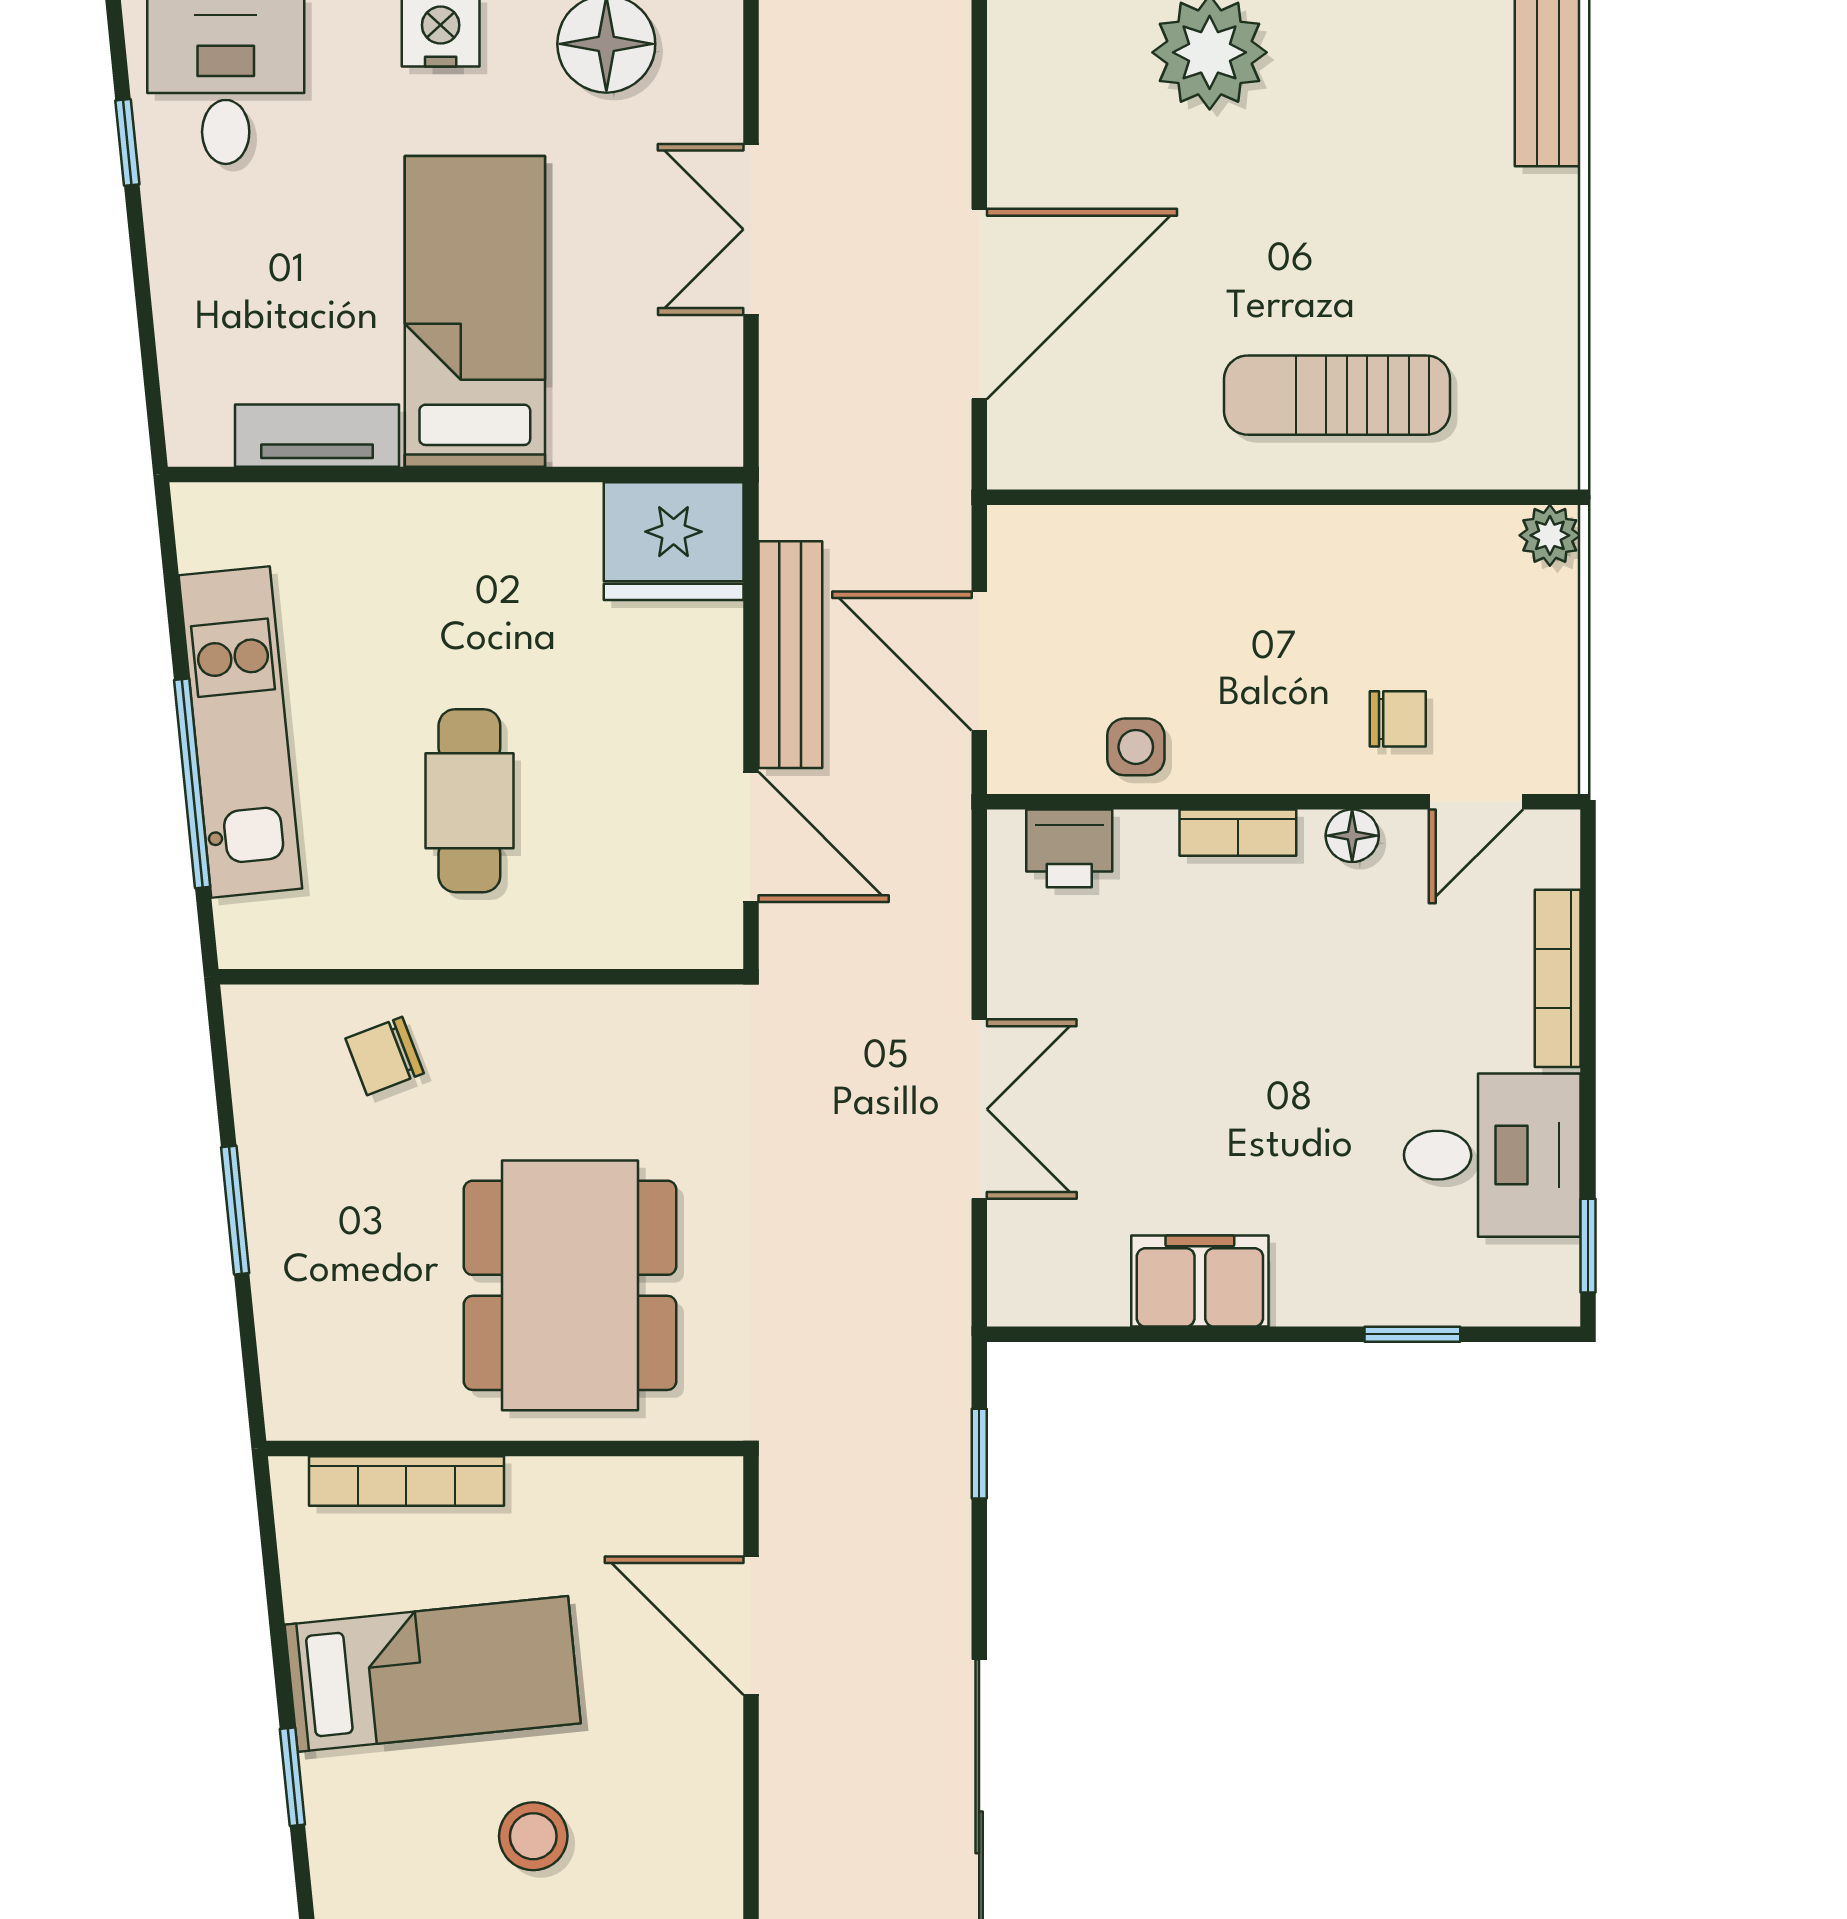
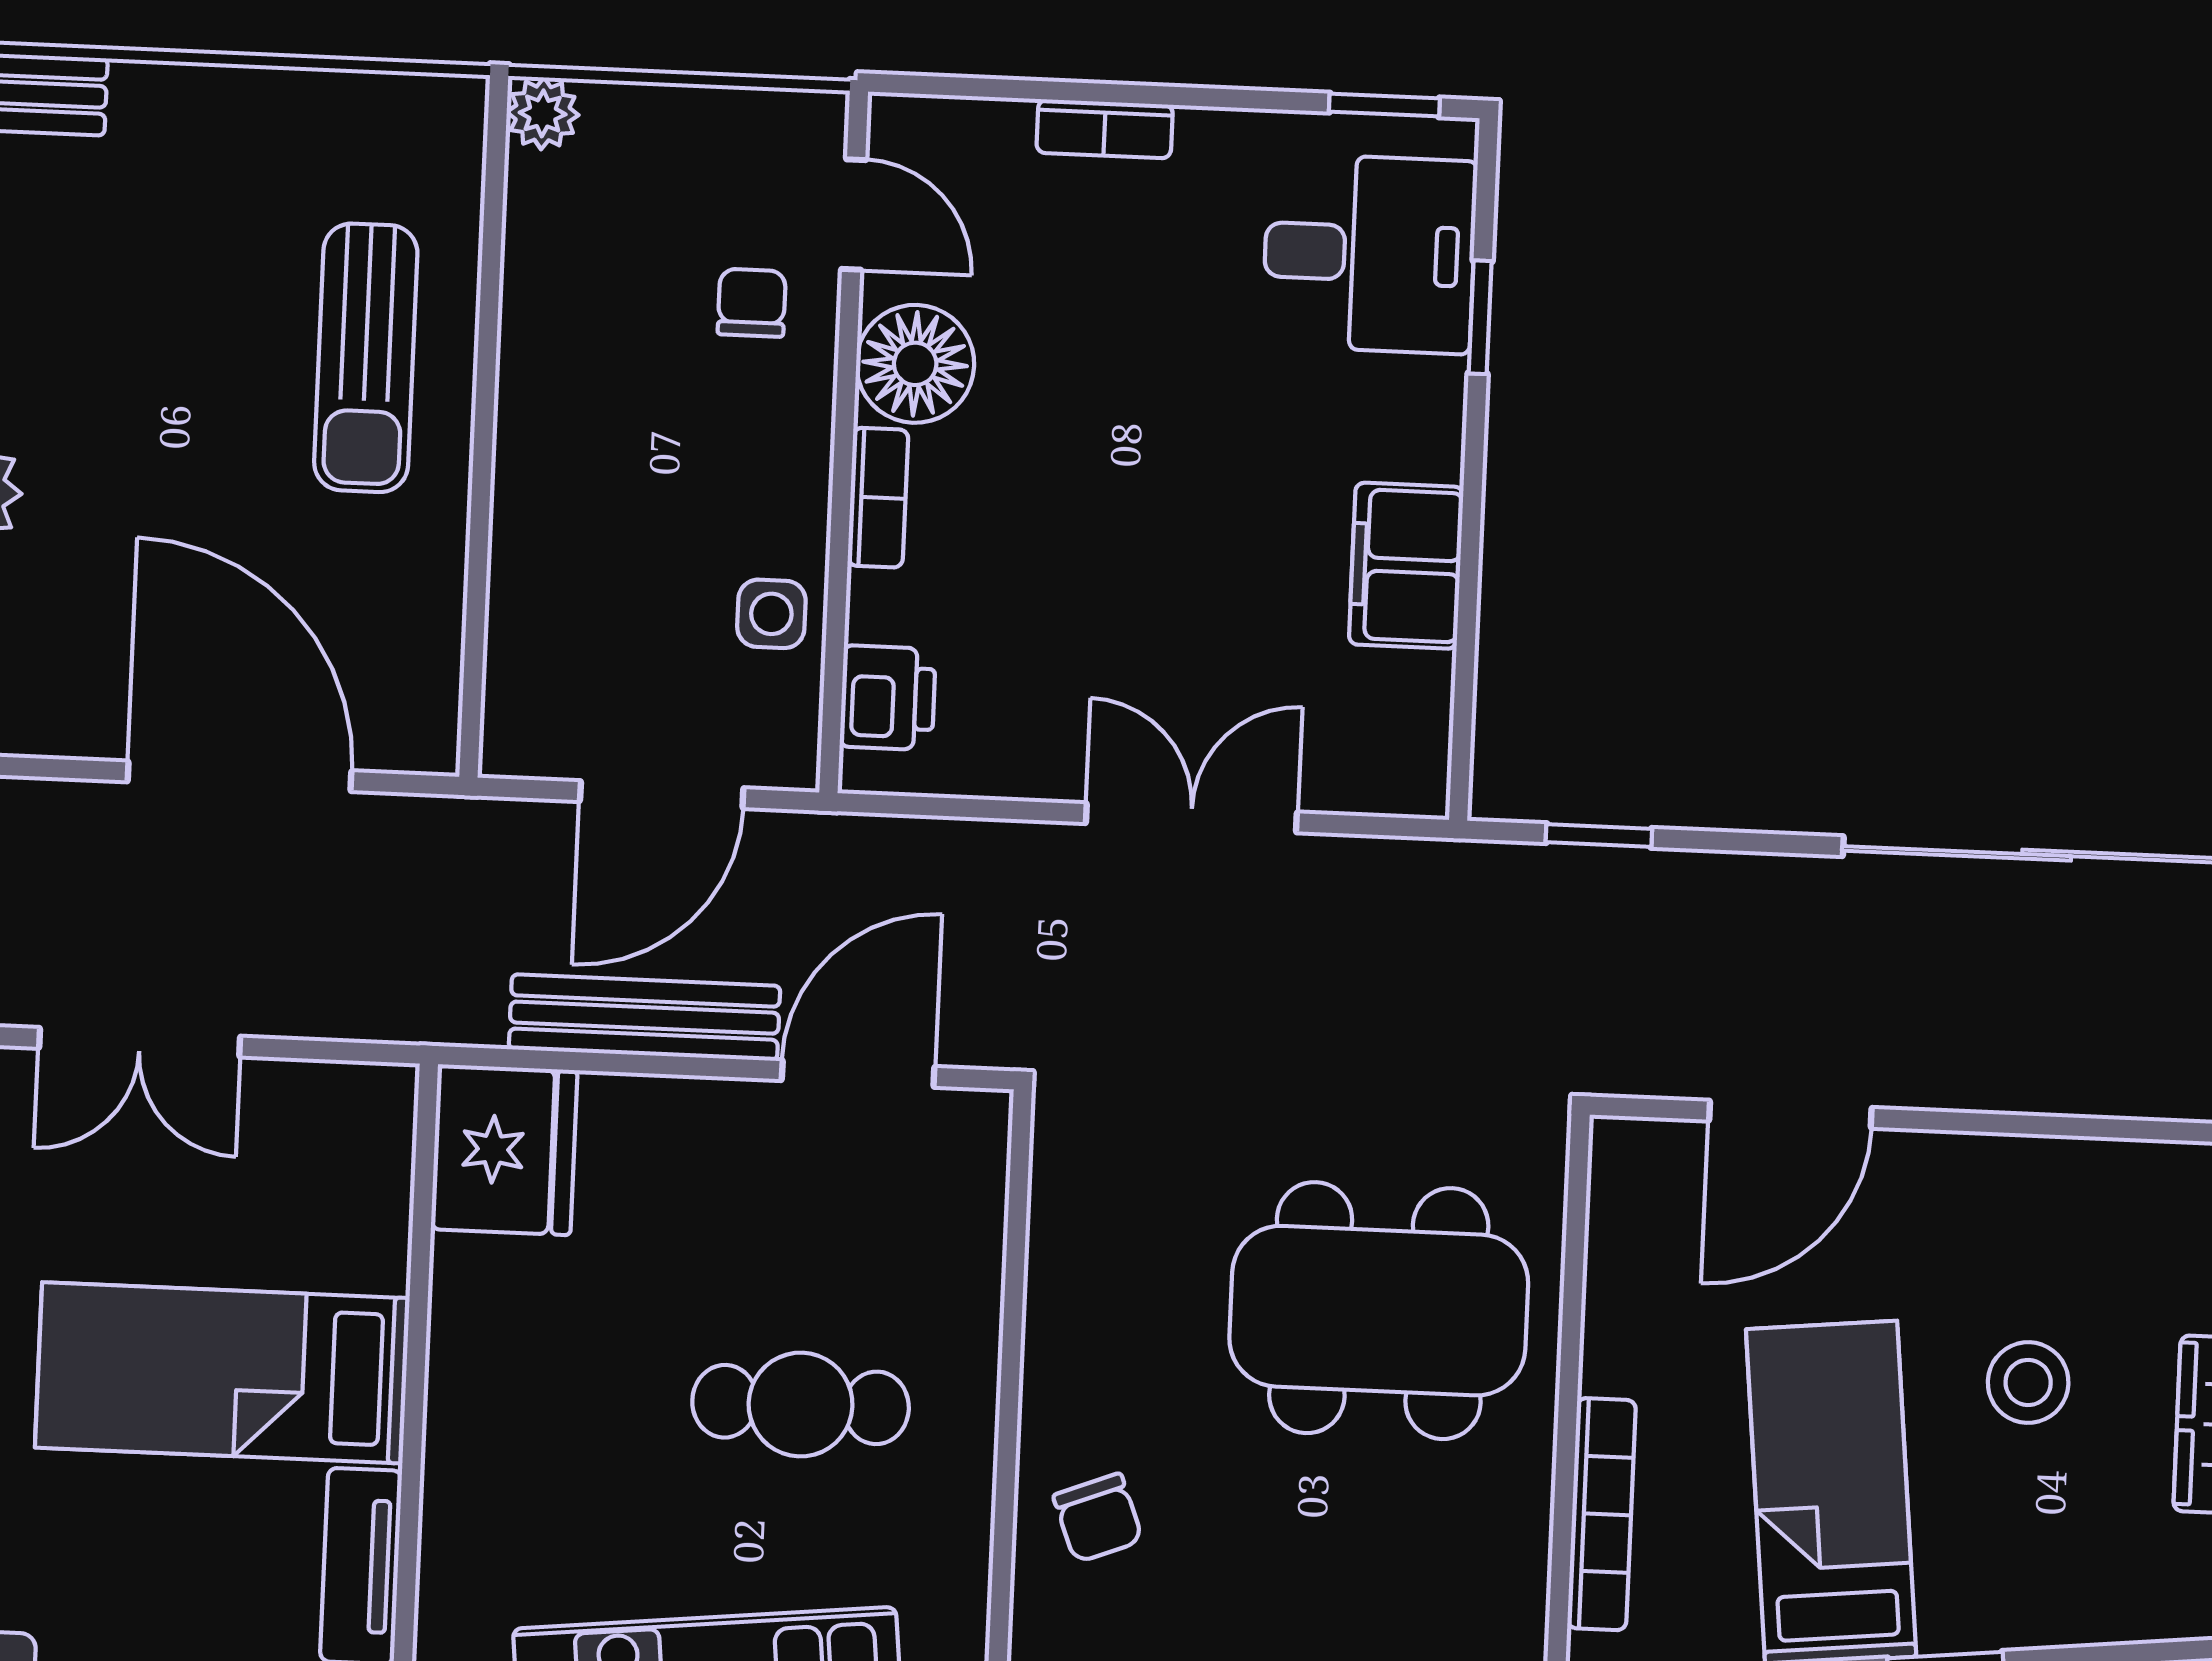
floor lamp: (1352, 836) -> (915, 364), width x1.89, depth x1.89
bookcase: (1558, 978) -> (1105, 129), width x0.64
desk: (1492, 1155) -> (1369, 254), moved, turned 90

